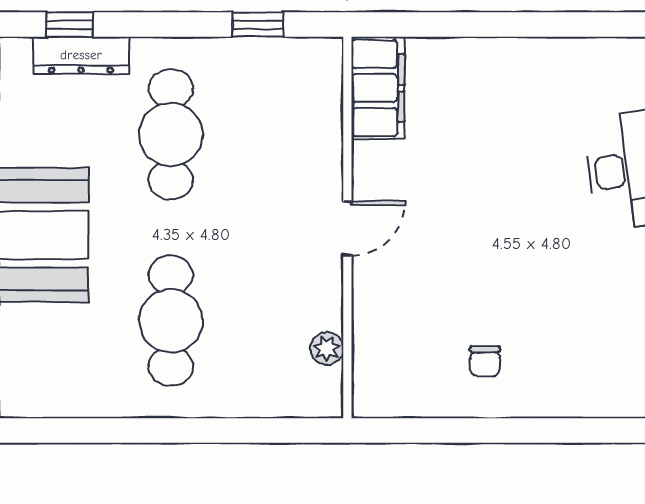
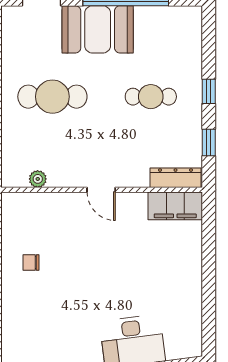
window: (70, 25) -> (209, 91), moved
dresser: (81, 55) -> (175, 178), moved, turned 90
cafe table: (171, 134) -> (151, 97), width x0.73, depth x0.74

